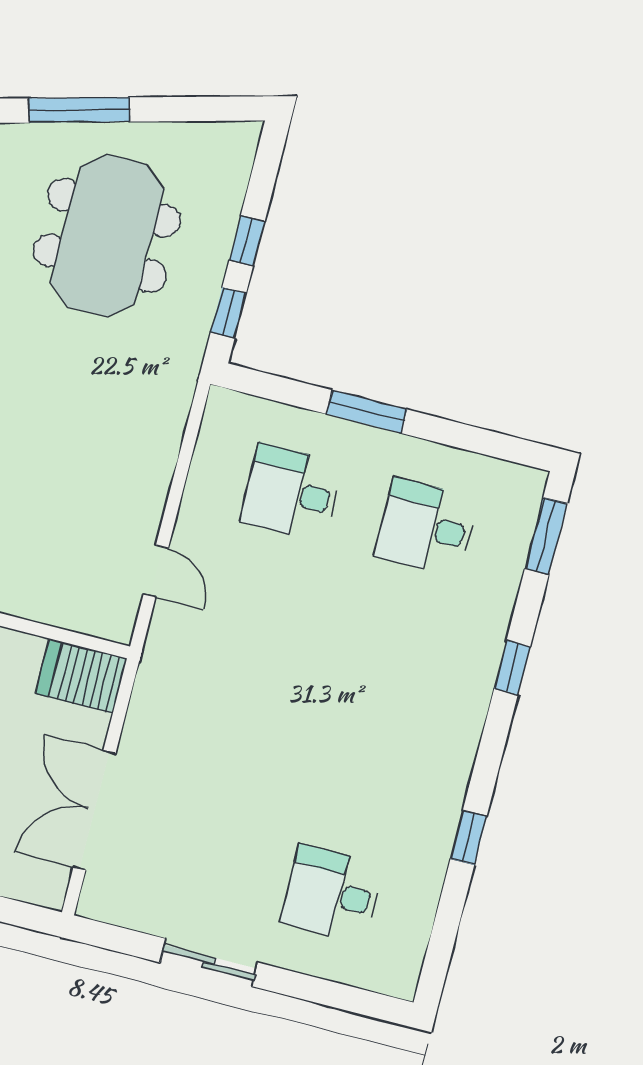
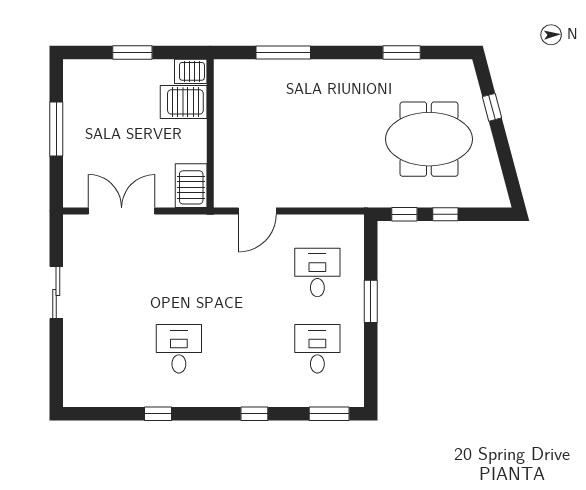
window: (79, 110) -> (492, 107), width x0.46
door: (156, 571) -> (257, 211), width x1.38
desk: (332, 894) -> (179, 349), moved

